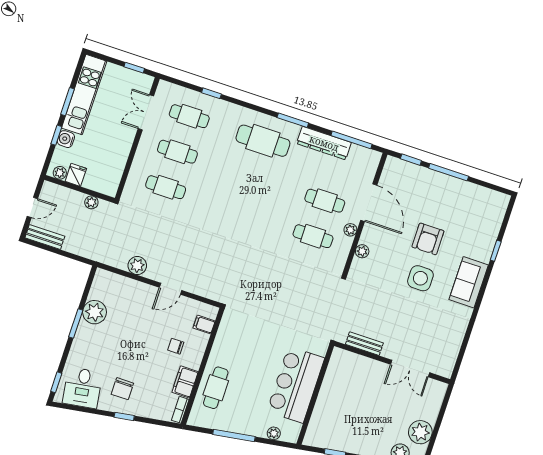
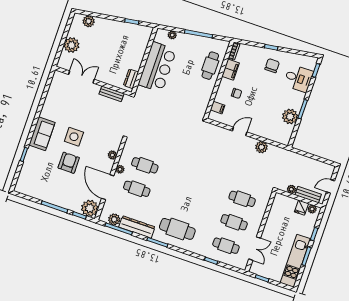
water cooler: (66, 139) -> (308, 231), removed
plant: (358, 154) -> (114, 219), added
plant: (395, 171) -> (90, 208), added
bench: (45, 237) -> (308, 195), moved
dresser: (335, 367) -> (131, 79), added
desk: (83, 388) -> (298, 78), moved, turned 99
plant: (420, 432) -> (72, 45), moved

